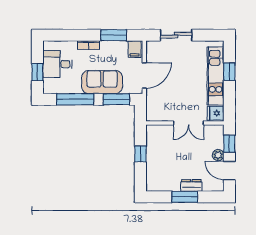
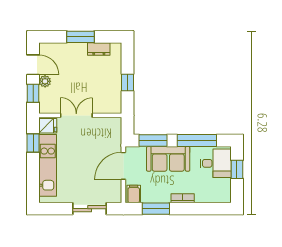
desk: (57, 64) -> (216, 163), moved
window: (229, 72) -> (33, 143), moved
dresser: (191, 185) -> (99, 49), moved

